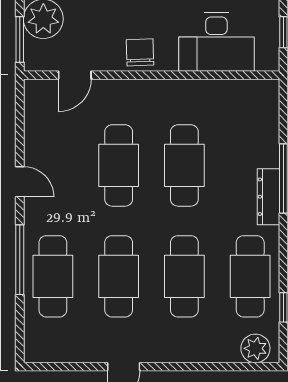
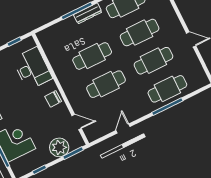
door: (20, 182) -> (123, 128), moved

